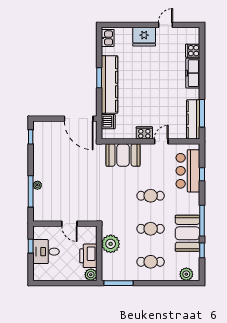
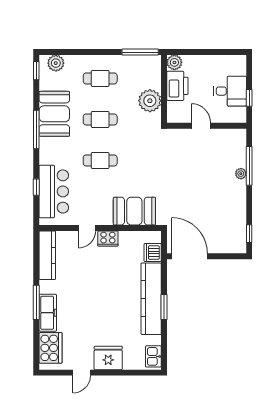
cooker: (193, 51) -> (51, 348), width x1.87, depth x1.31
window: (202, 113) -> (36, 302), moved
window: (202, 250) -> (36, 71), moved

